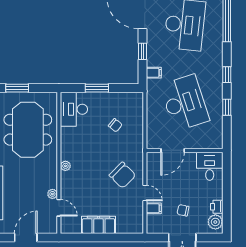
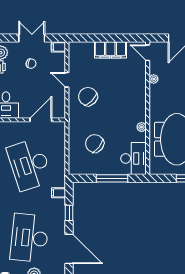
window: (97, 88) -> (112, 178), width x1.44
chair: (115, 125) -> (95, 144), width x1.87, depth x1.87
plant: (65, 166) -> (141, 127), moved
door: (59, 208) -> (148, 53), moved
filing cabinet: (154, 208) -> (58, 47), moved

